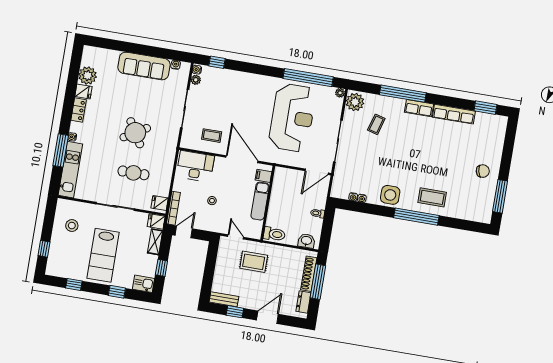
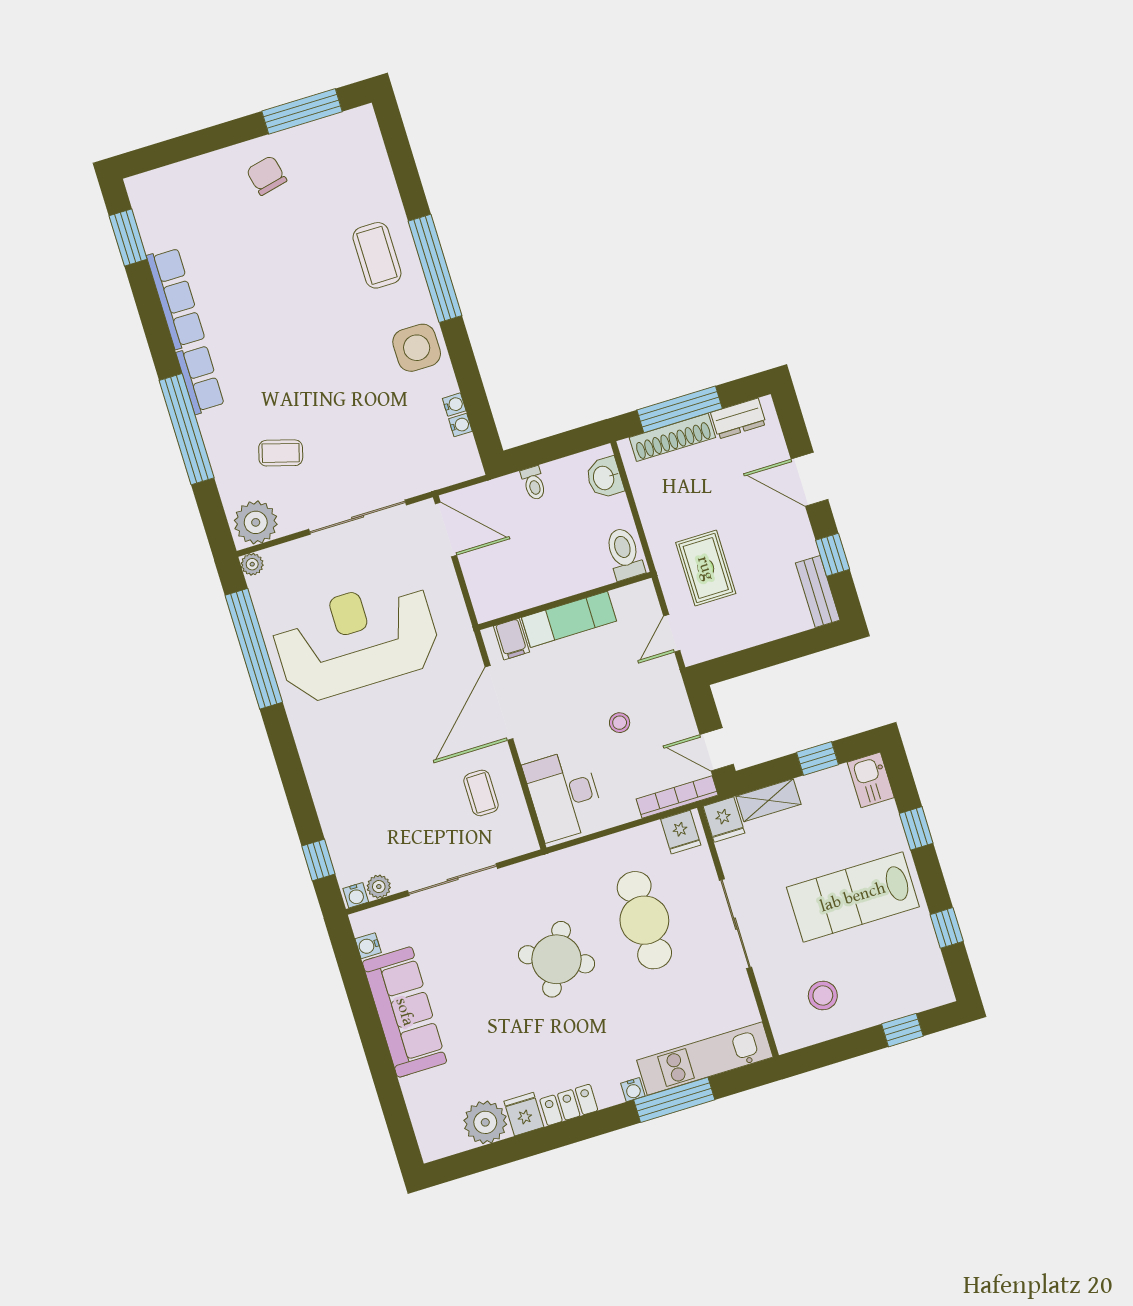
round table: (135, 133) -> (557, 959), turned -33
cafe table: (133, 173) -> (644, 920), width x1.37, depth x1.35
lab bench: (103, 255) -> (853, 897), turned 180

